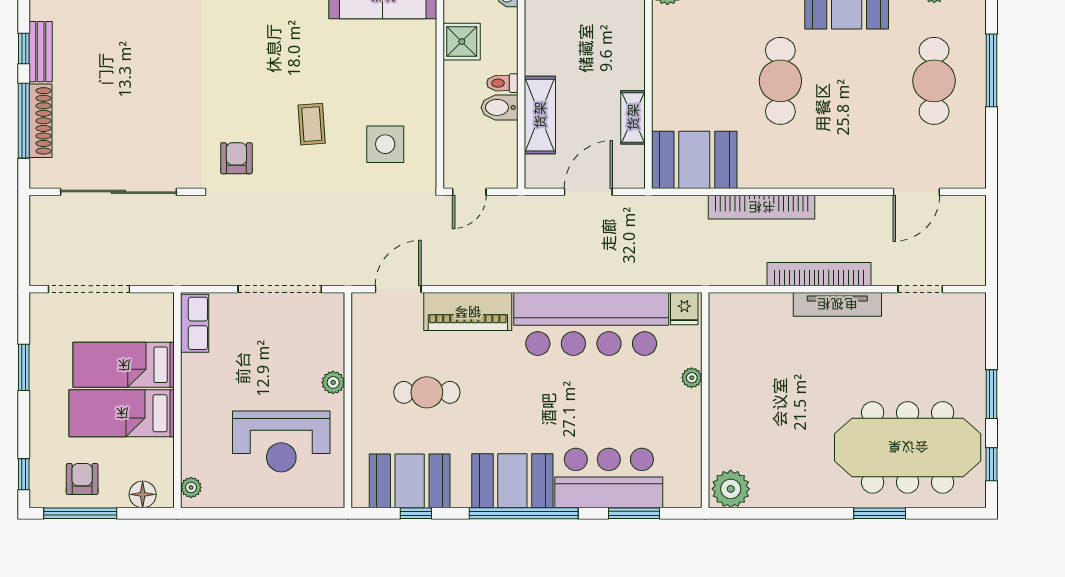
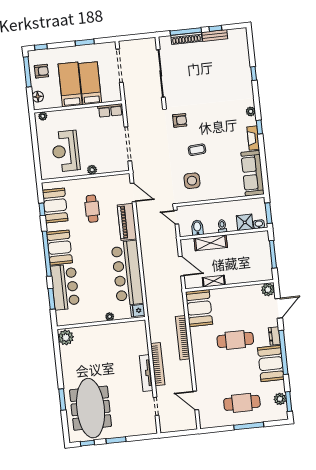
shower: (462, 42) -> (245, 222), moved
bidet: (500, 107) -> (197, 228), moved

